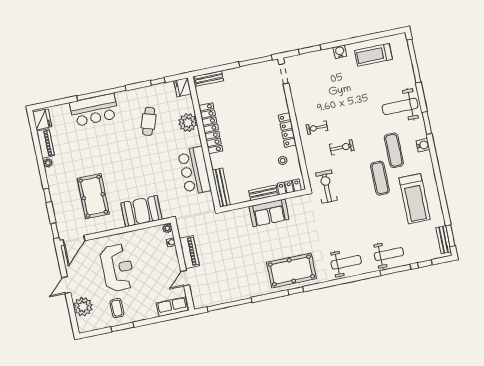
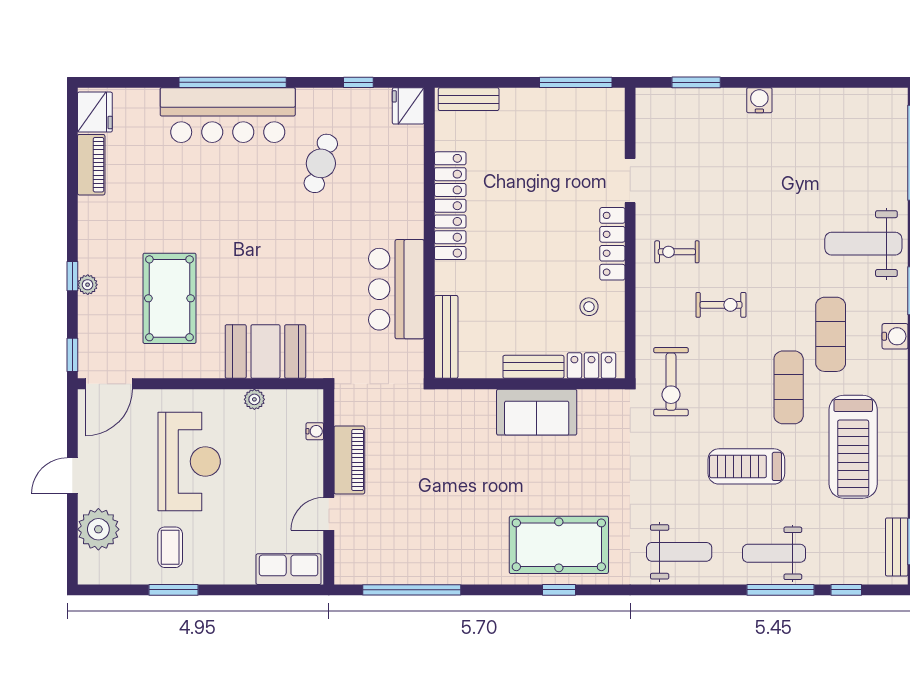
treadmill: (374, 55) -> (746, 466), moved
doorway: (284, 74) -> (630, 181), moved
bar counter: (94, 110) -> (228, 115), width x1.36
plant: (188, 123) -> (404, 184), removed
plant: (48, 163) -> (88, 285), moved
exercise bike: (327, 187) -> (671, 382), turned 180
plant: (167, 228) -> (254, 399), moved
weight bench: (389, 254) -> (774, 553), turned 180

